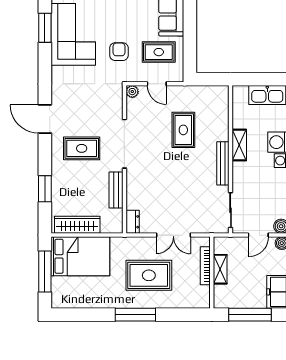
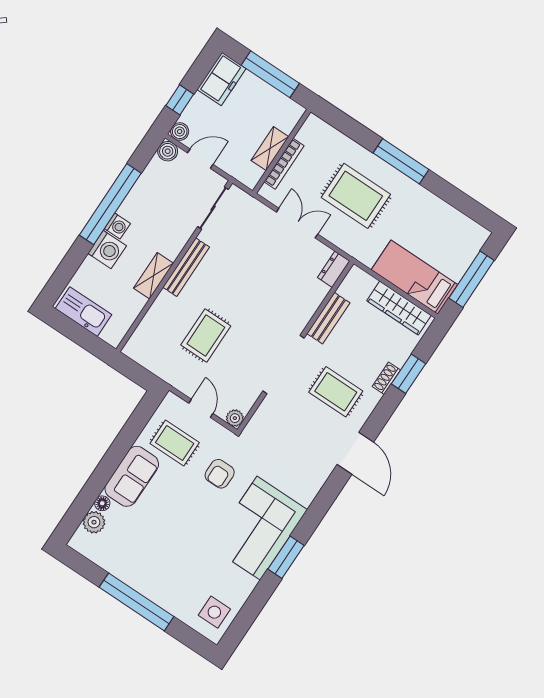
shoe rack: (56, 177) -> (386, 378), added
bed: (80, 256) -> (414, 277), width x0.67

